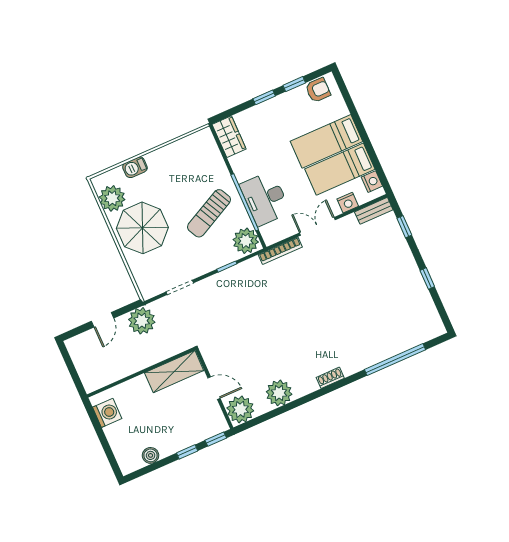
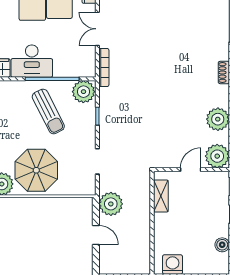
desk: (265, 198) -> (32, 61), moved
shelving: (174, 372) -> (161, 196), width x0.67, depth x0.75

